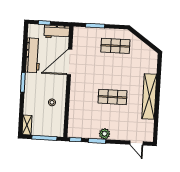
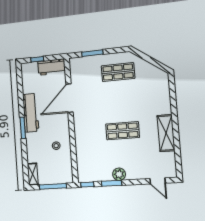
workbench: (33, 55) -> (31, 113), moved
shelving: (149, 96) -> (166, 133), width x0.68

